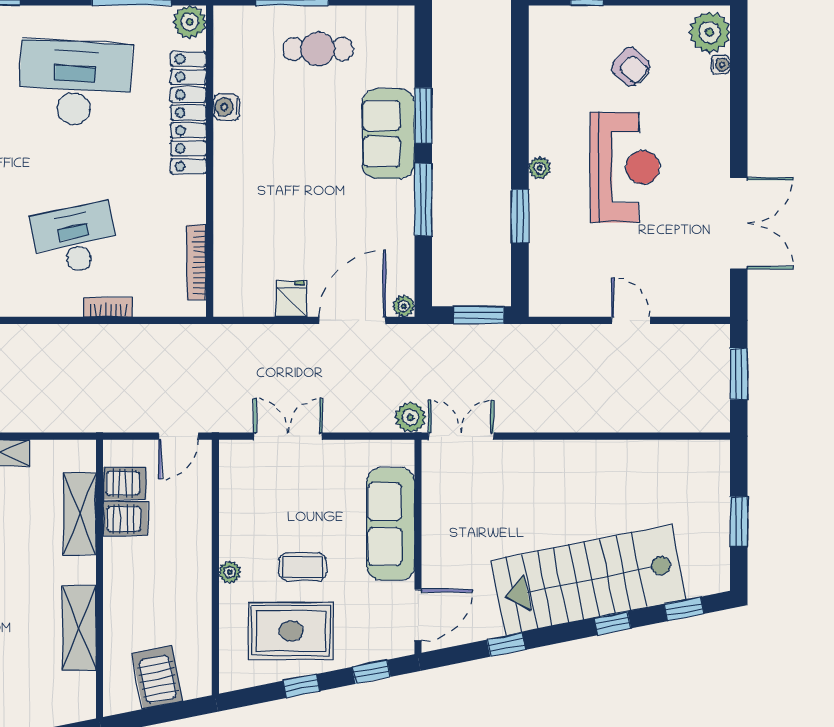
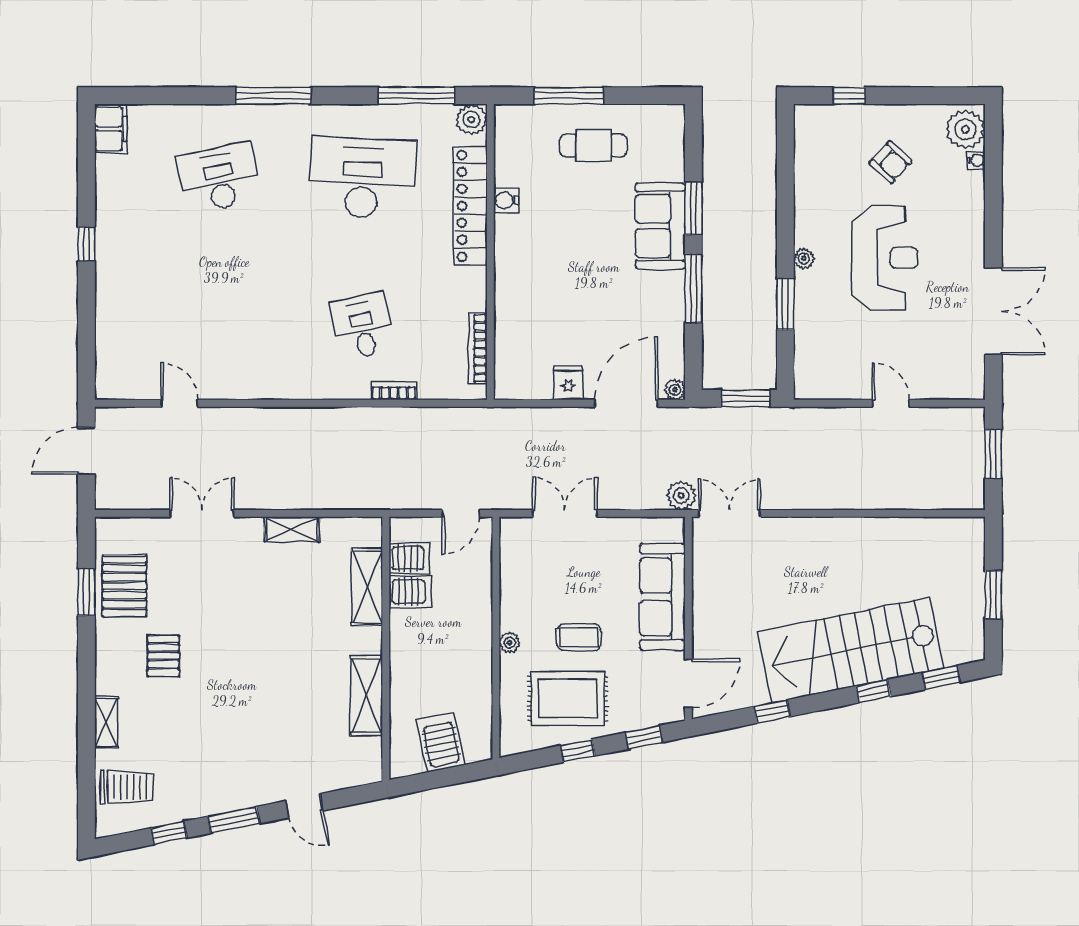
desk: (75, 239) -> (362, 326), width x0.73

